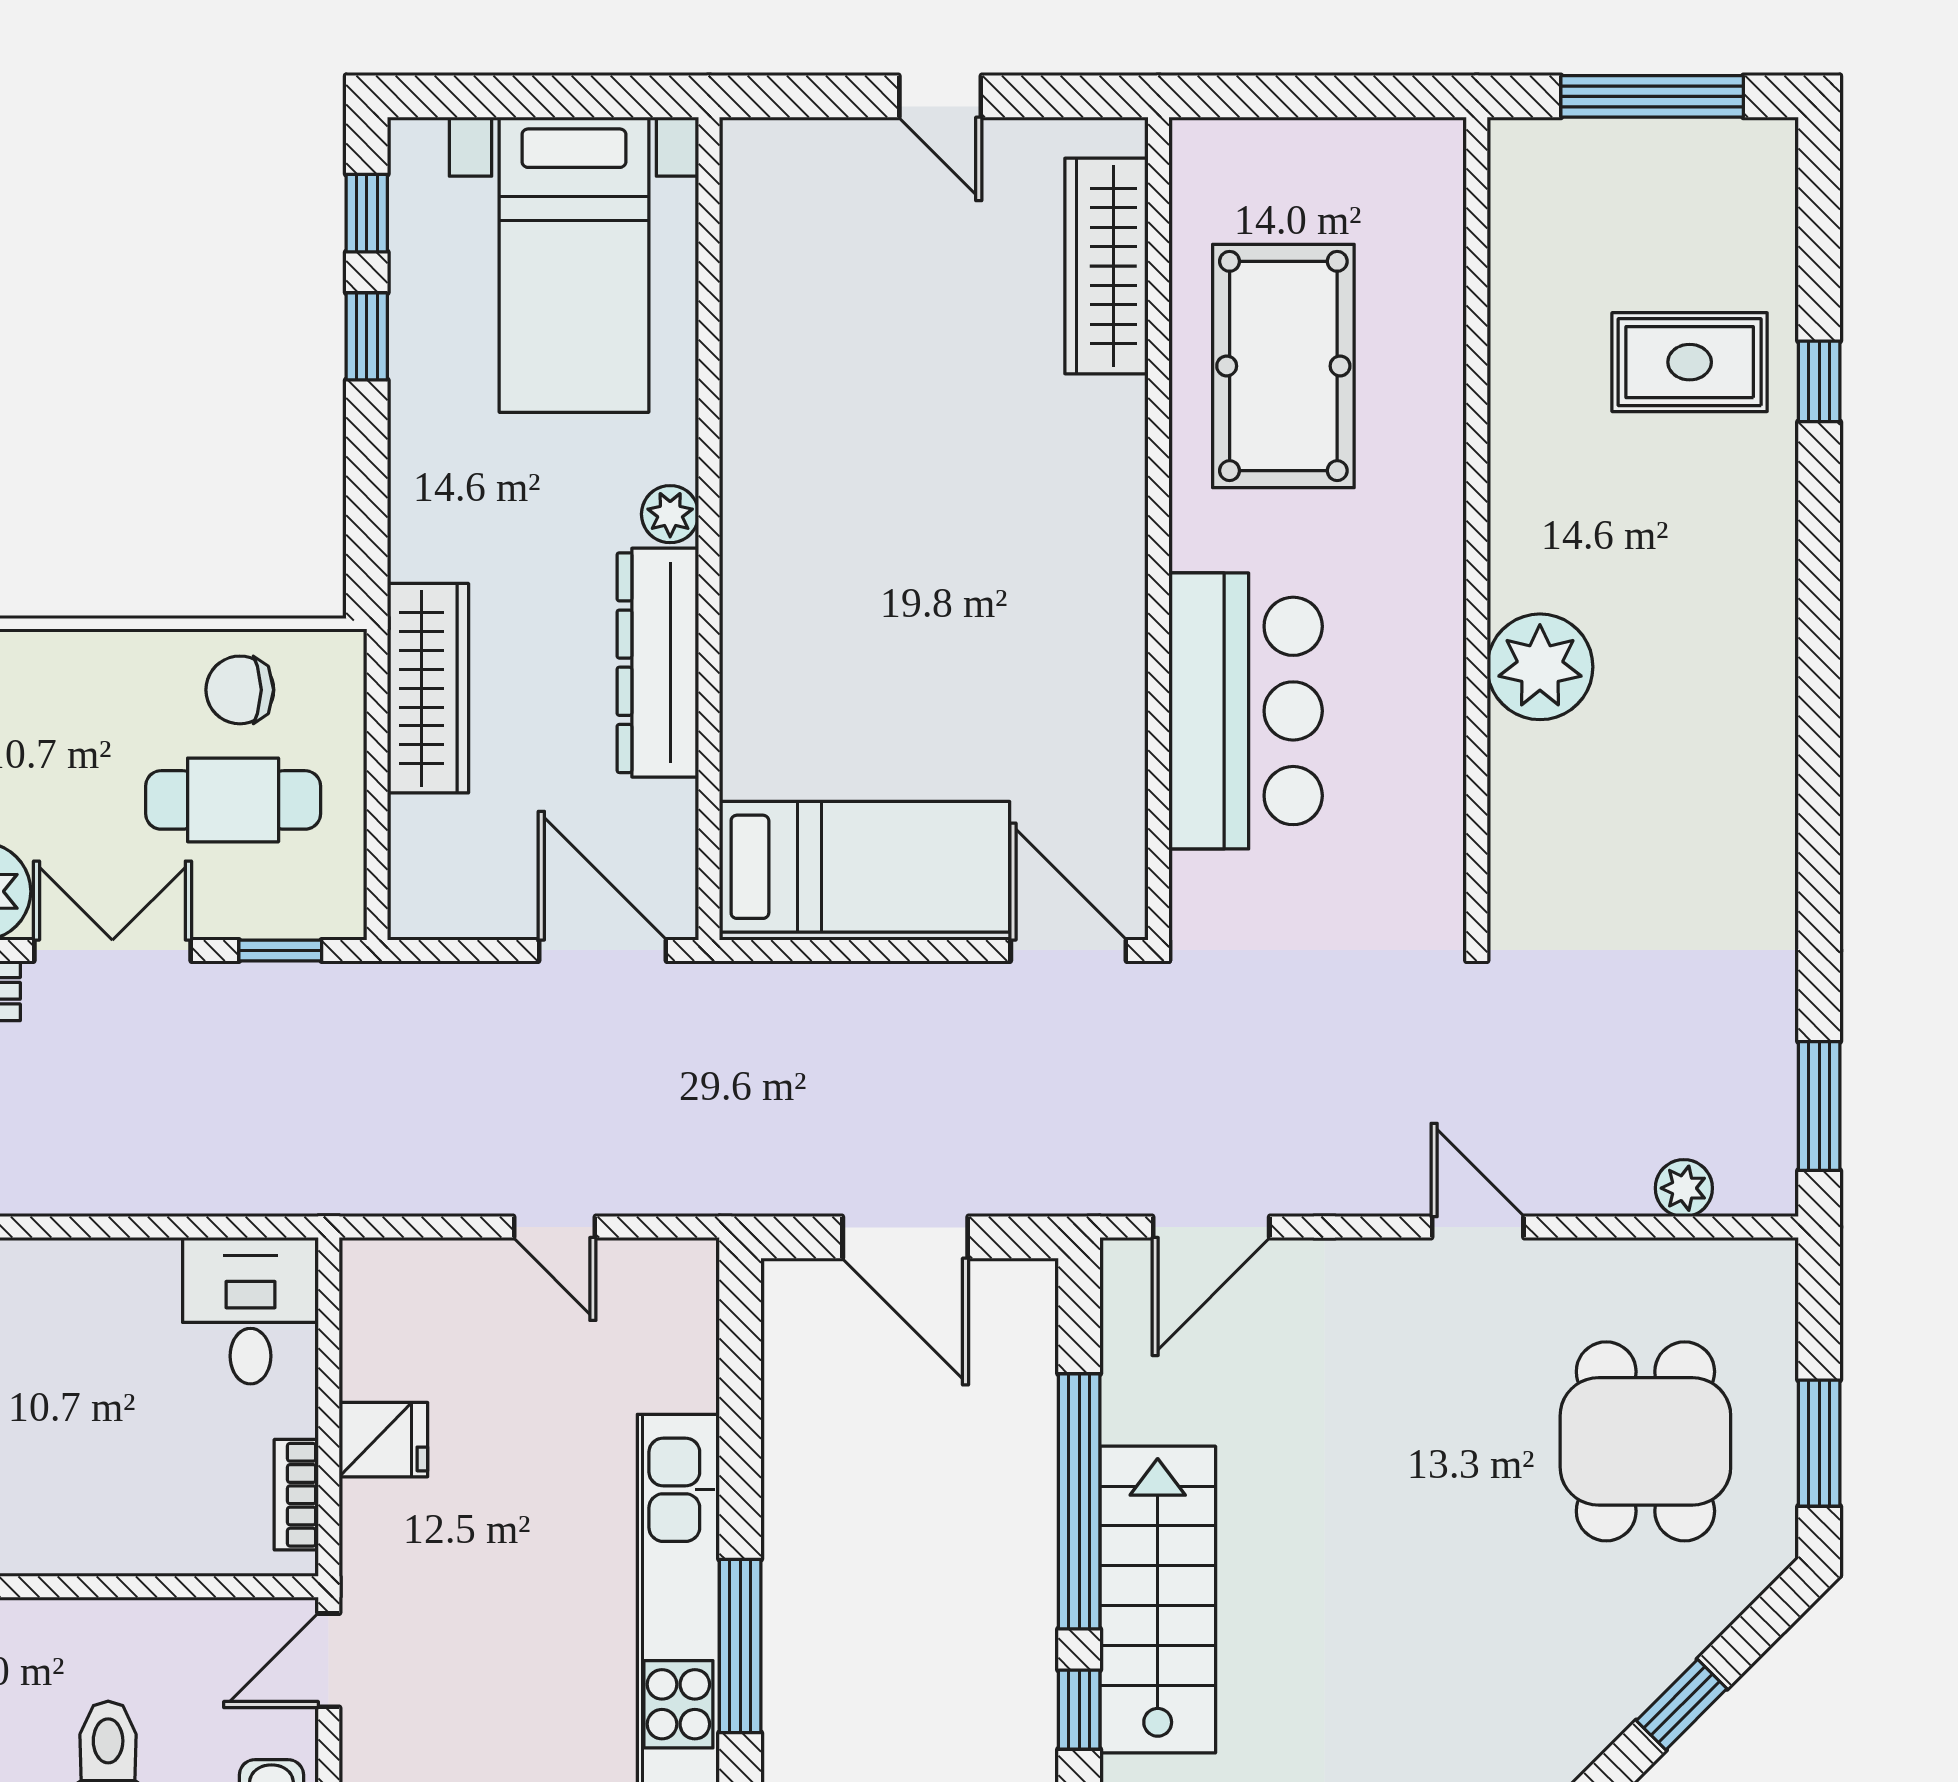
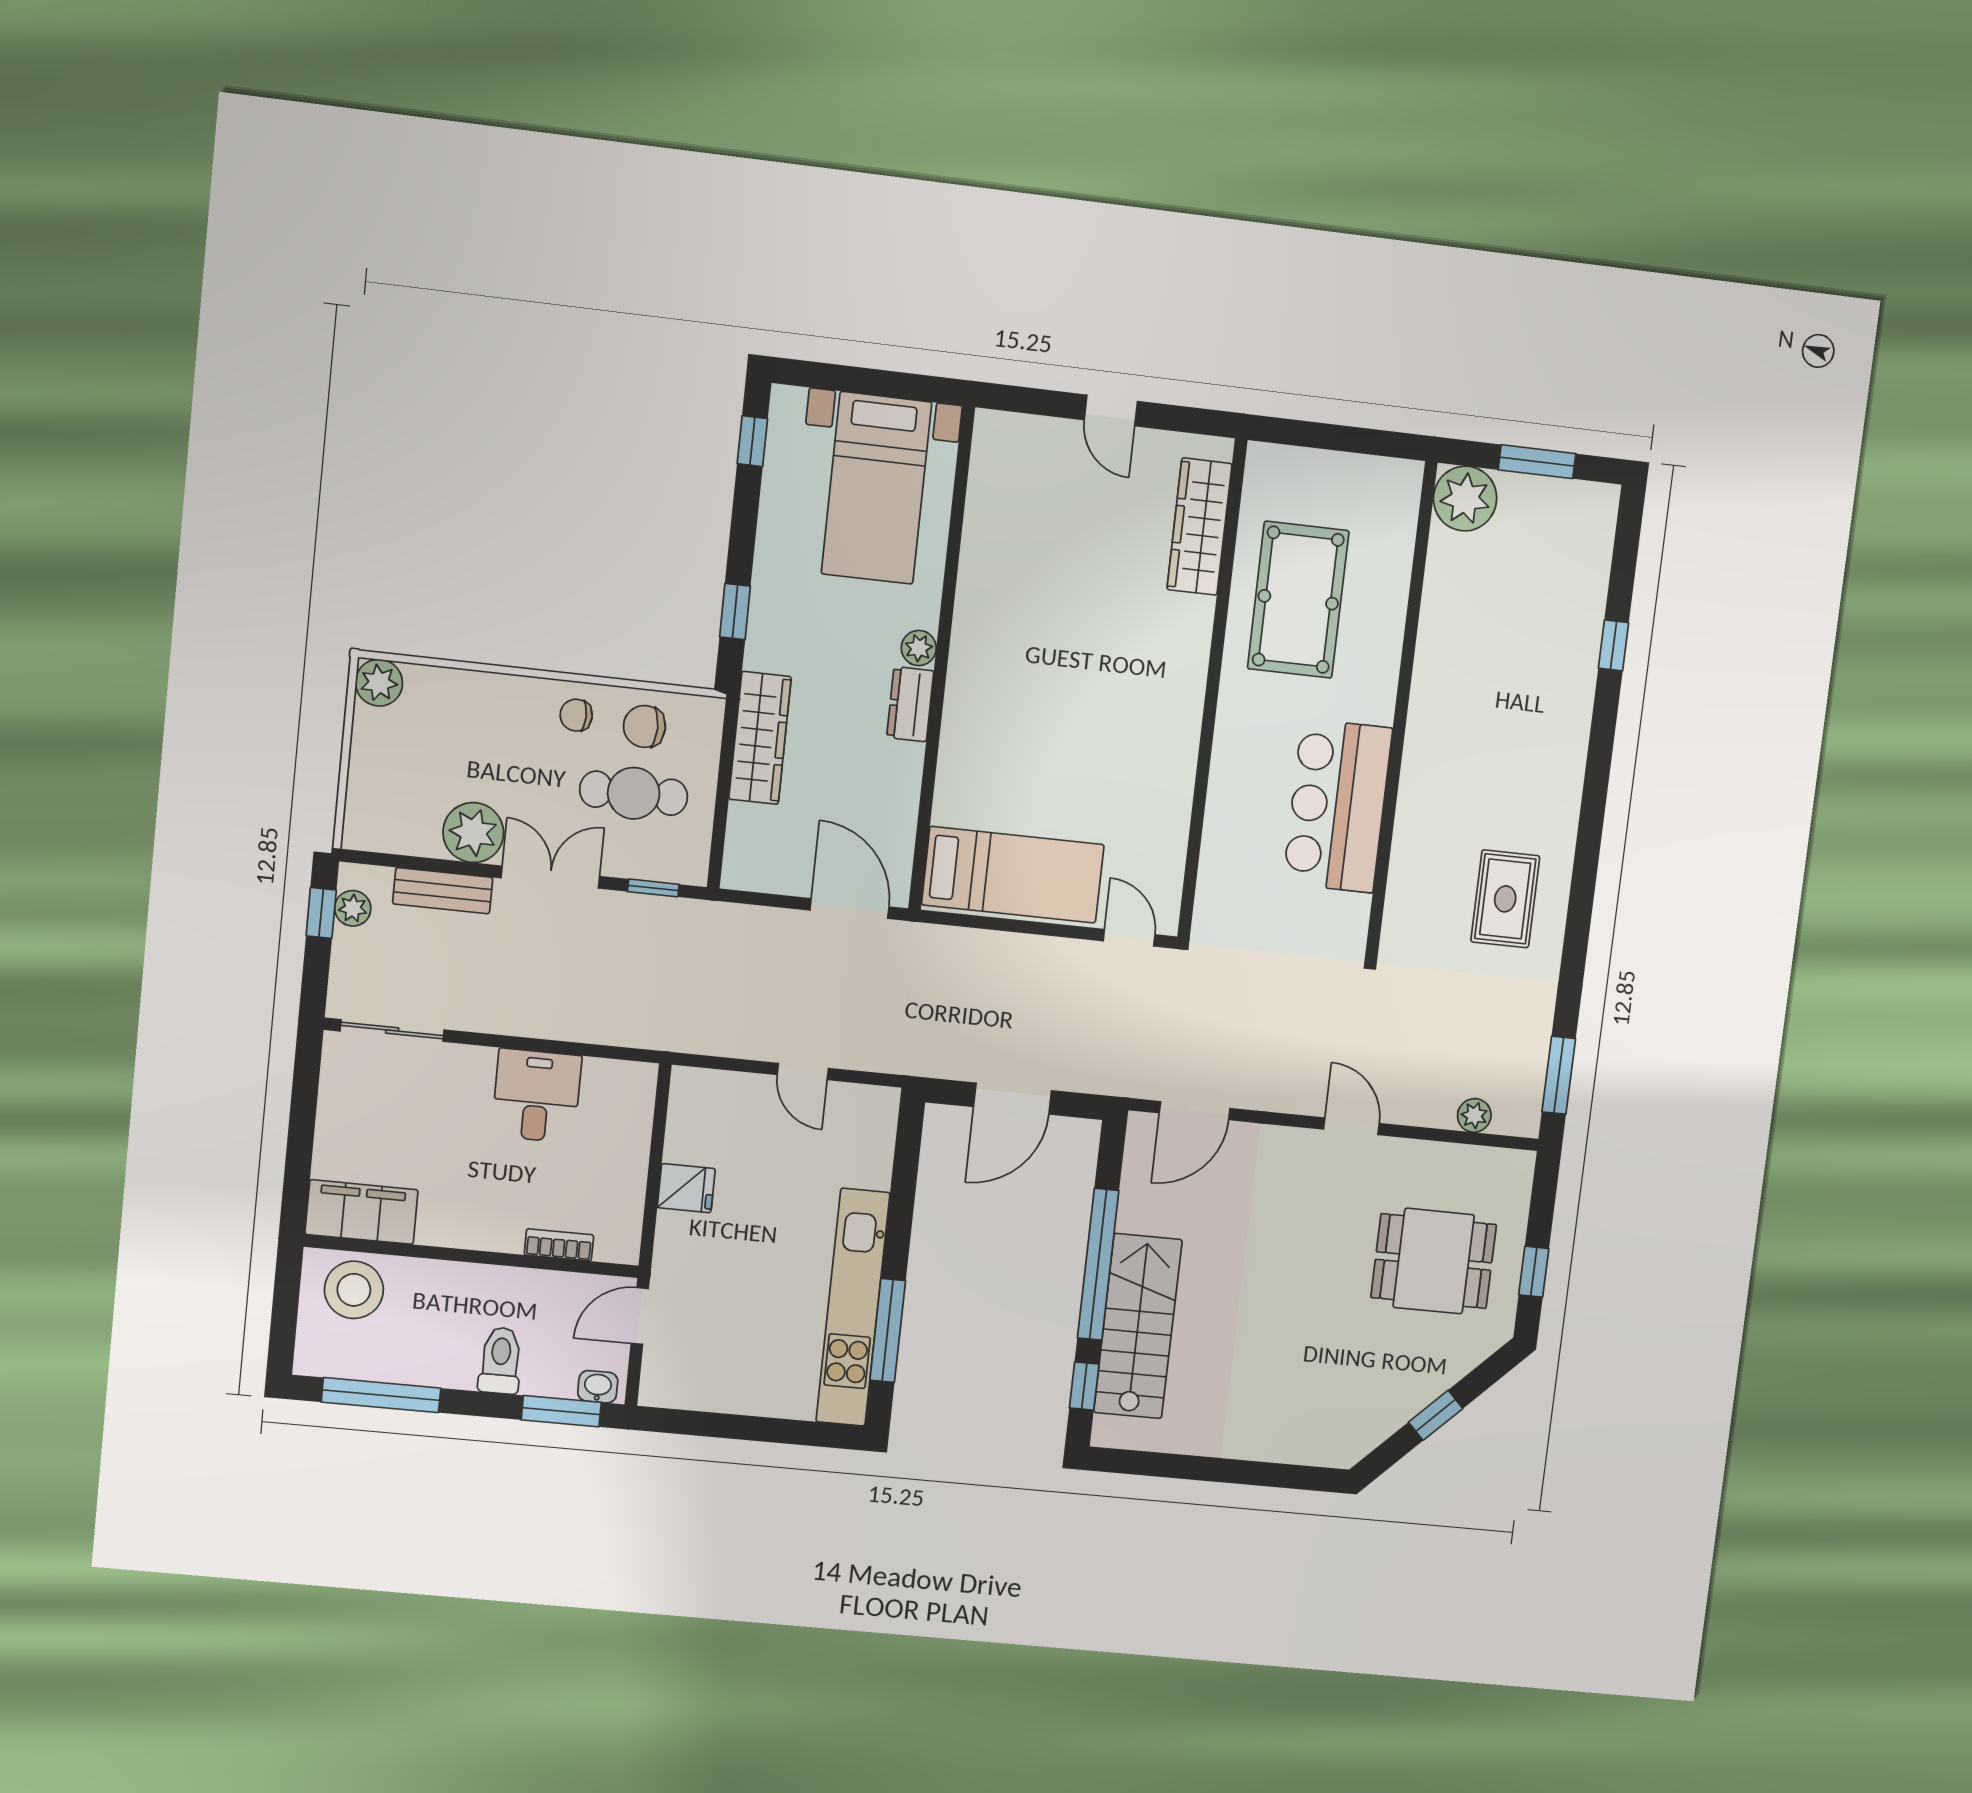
window: (1652, 96) -> (1537, 462), width x0.69
window: (367, 336) -> (735, 612), moved
rug: (1690, 362) -> (1505, 899), moved, turned 90
dresser: (658, 663) -> (910, 704), width x0.51, depth x0.80
plant: (1540, 667) -> (1465, 499), moved
chair: (129, 684) -> (576, 715), added
bar counter: (1246, 711) -> (1338, 806), moved, turned 180
door: (1068, 950) -> (1129, 938), width x0.73
door: (905, 1237) -> (1013, 1099), hinge flipped
desk: (250, 1311) -> (537, 1096), moved
dining table: (1645, 1441) -> (1434, 1261), turned 90
window: (1819, 1443) -> (1534, 1272), width x0.67
bookcase: (296, 1495) -> (559, 1245), moved, turned 90

